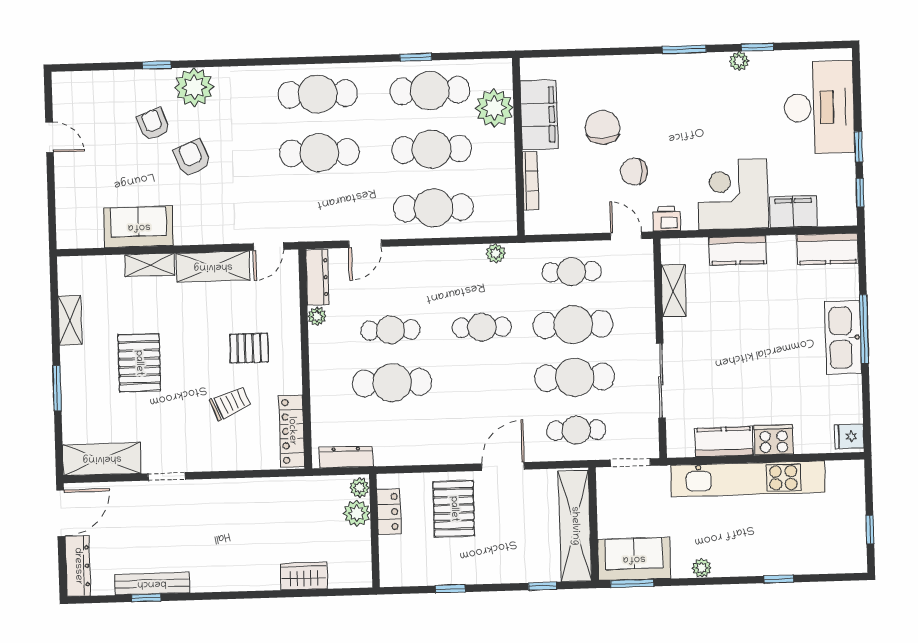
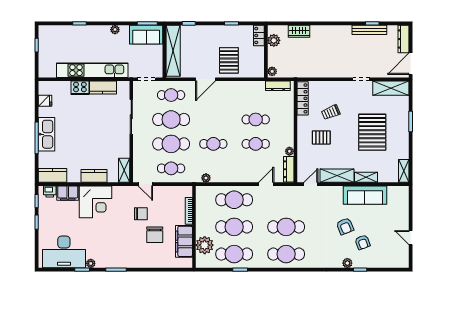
plant: (194, 87) -> (347, 263), width x0.53, depth x0.53
desk: (819, 107) -> (64, 252), moved, turned -90
printer: (667, 219) -> (50, 192), moved
sofa: (139, 227) -> (365, 195), width x1.36
shelving: (674, 291) -> (124, 170), moved
shelving: (70, 320) -> (404, 171), moved
pallet: (139, 363) -> (372, 132), width x1.37, depth x1.41
cafe table: (392, 383) -> (256, 119), width x0.73, depth x0.74
fridge: (849, 436) -> (45, 101), moved
locker: (389, 512) -> (259, 35), moved
plant: (357, 513) -> (274, 40), moved

